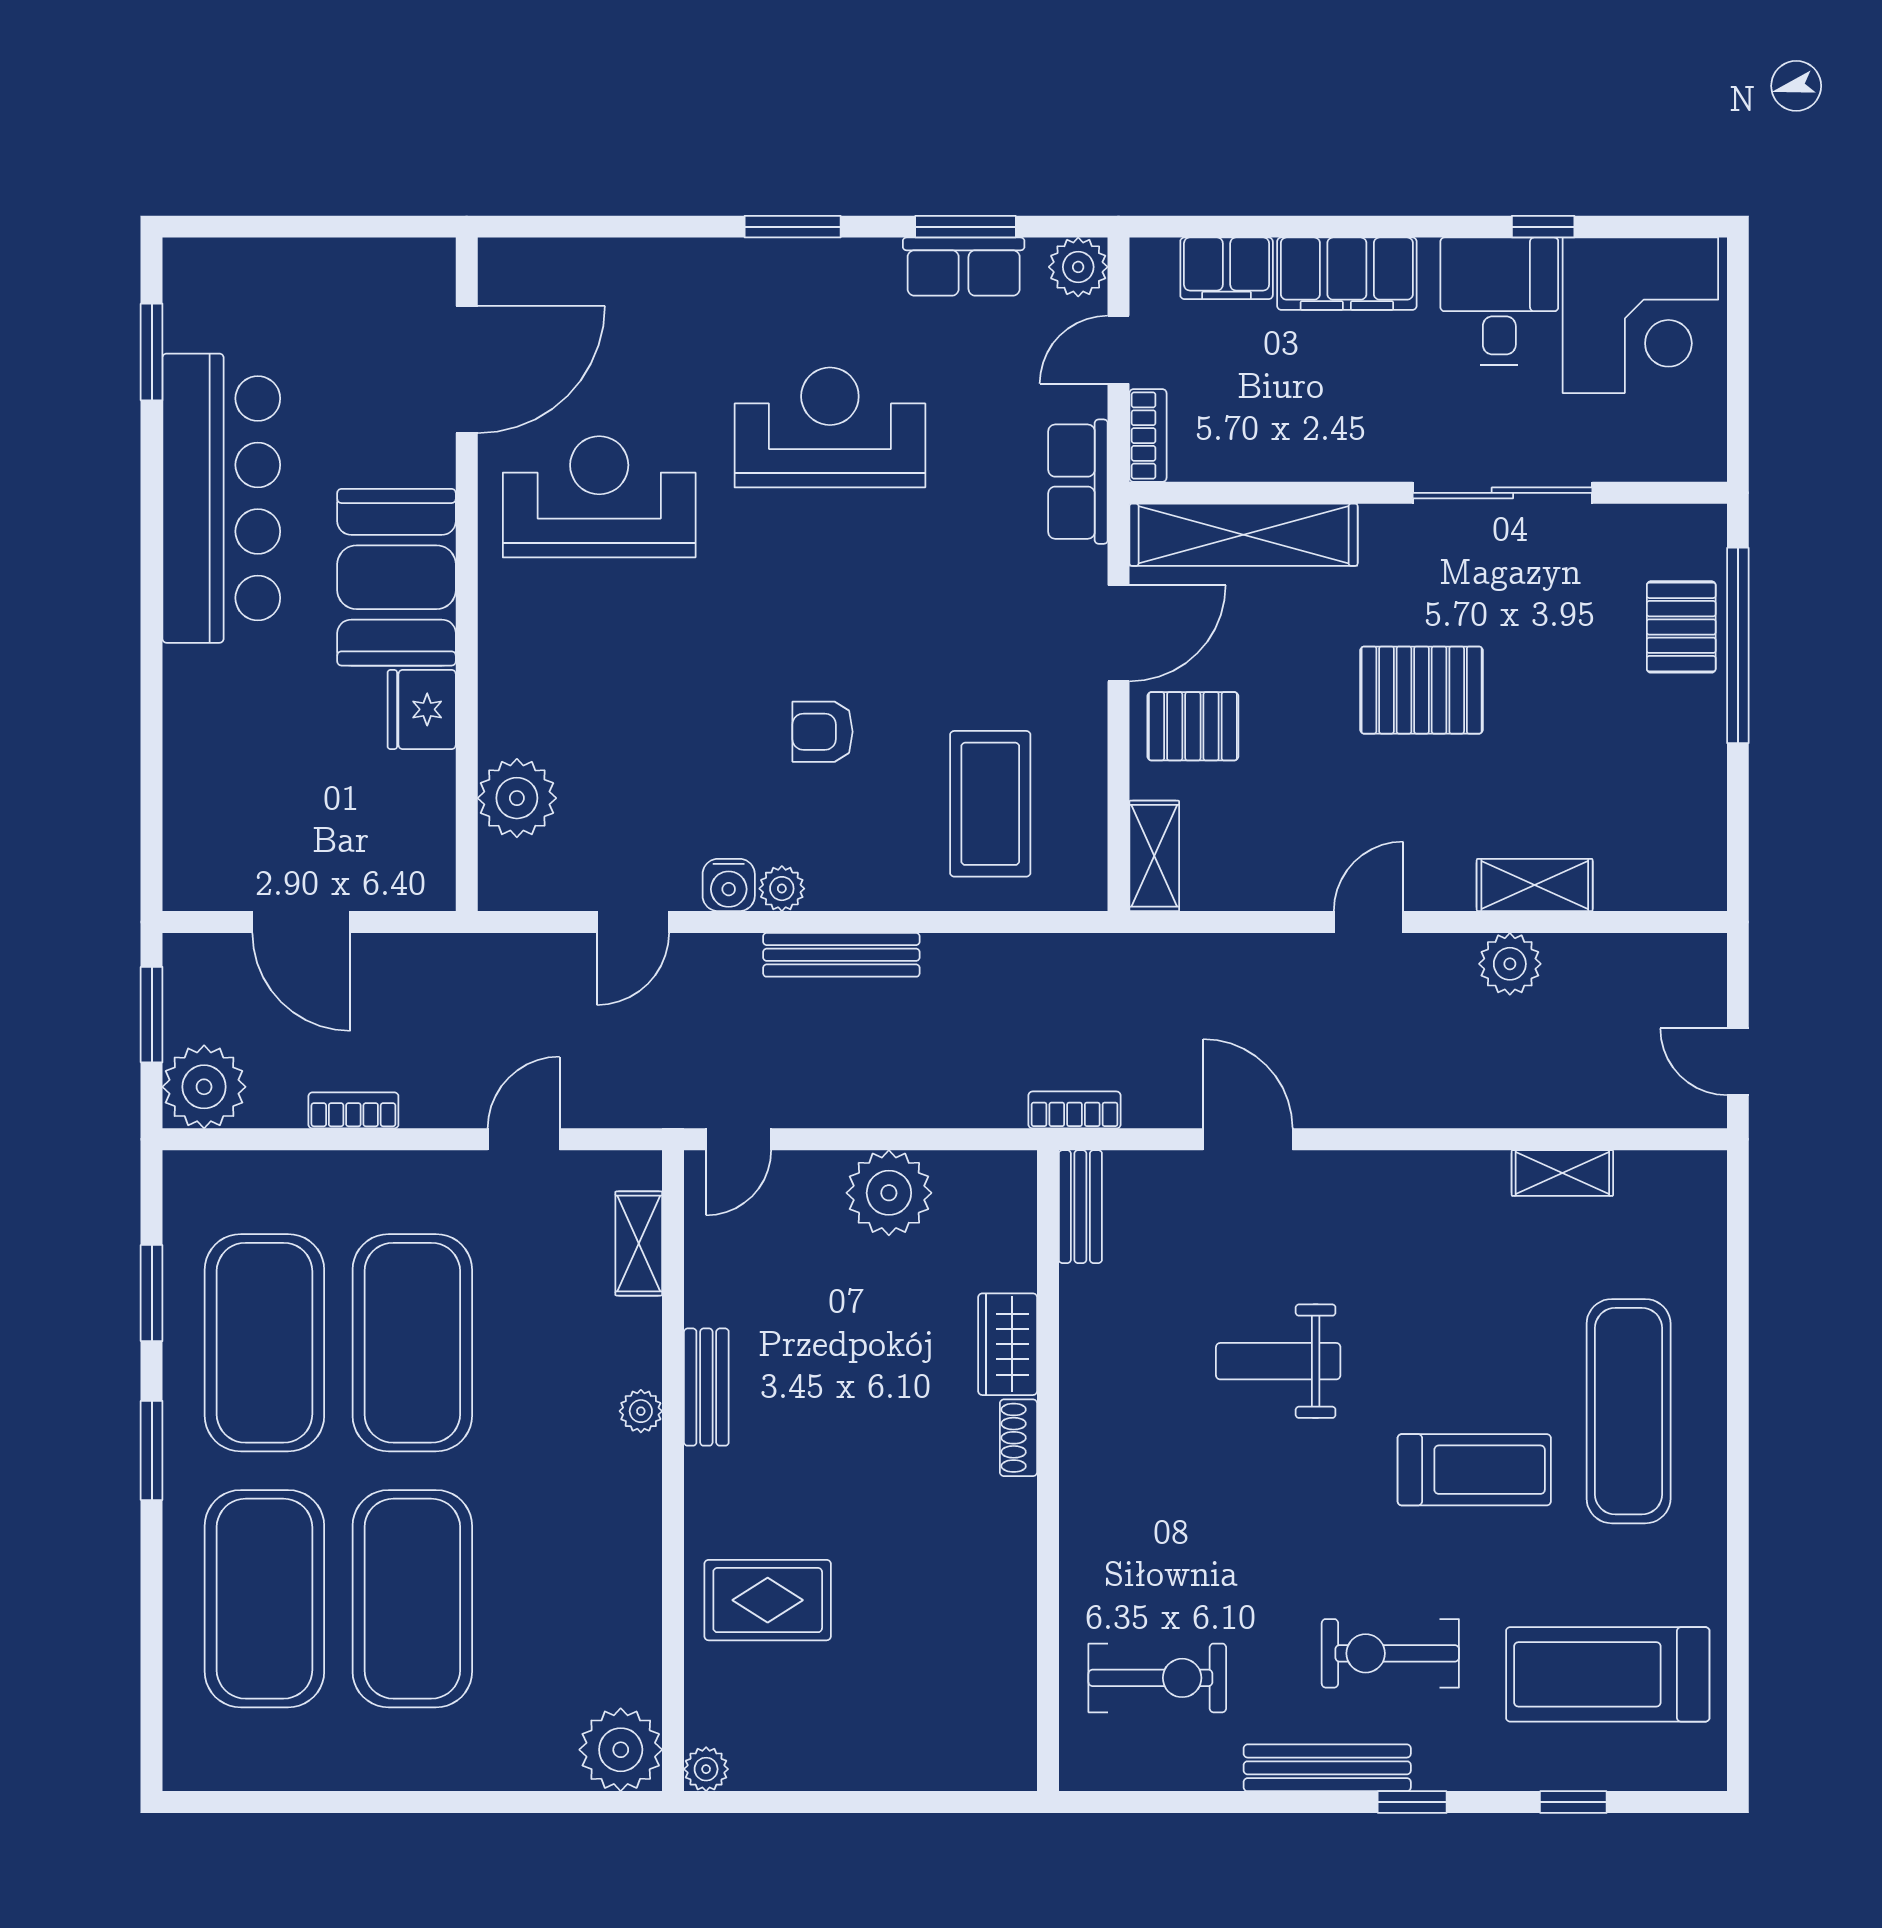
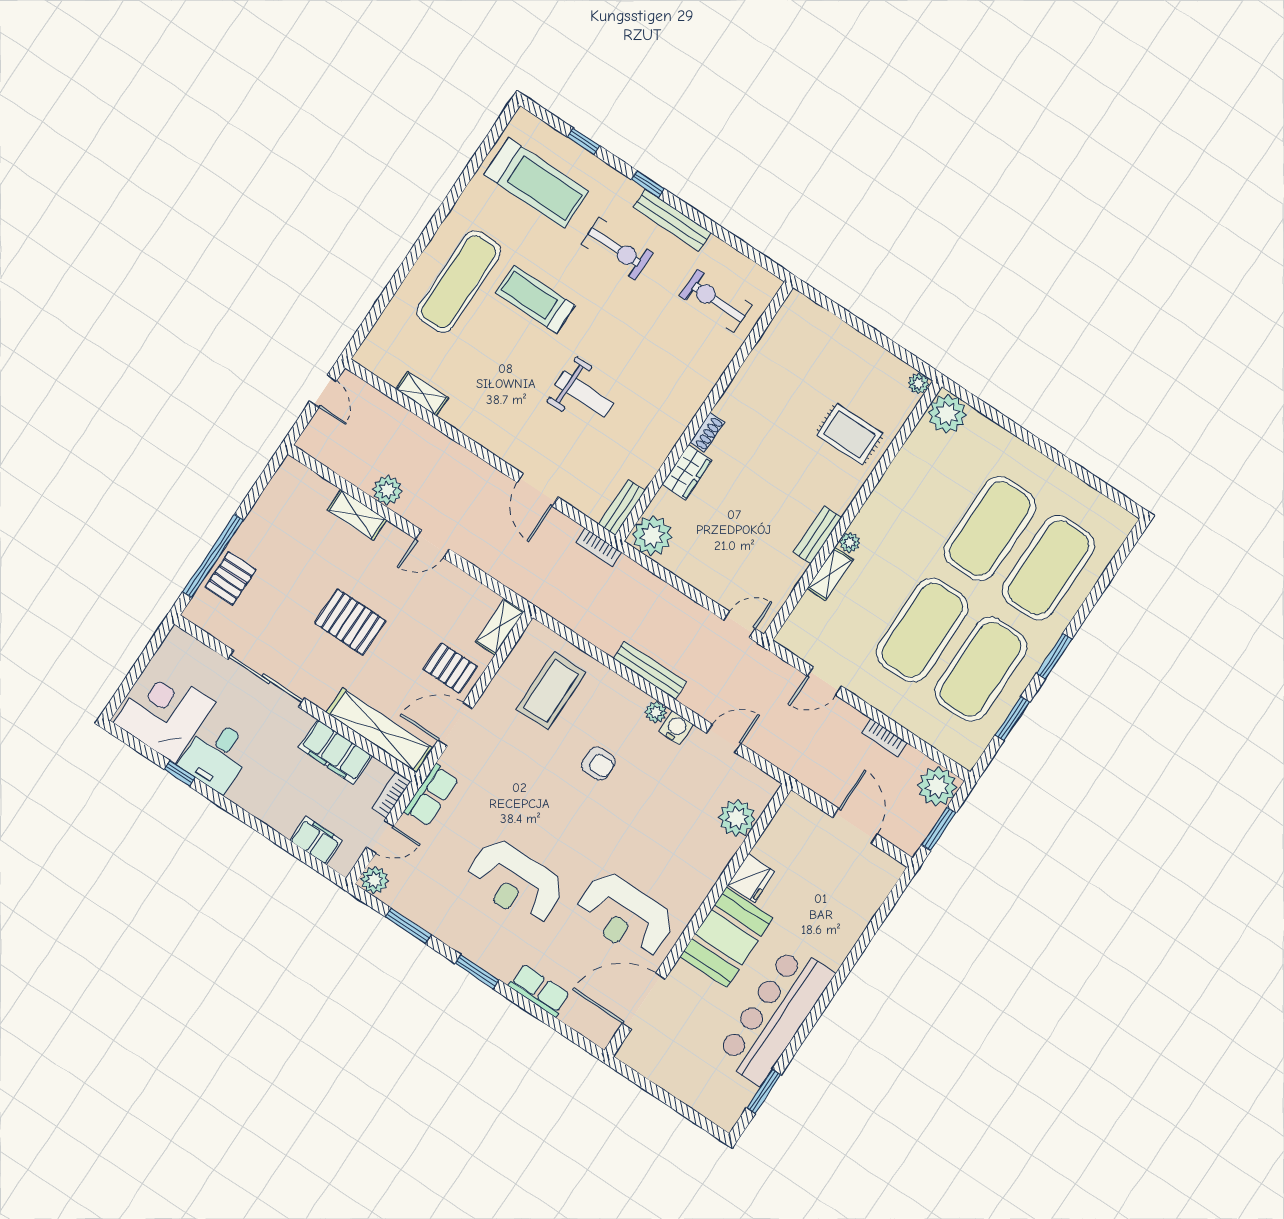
row of seats: (964, 267) -> (539, 990), moved
filing cabinet: (1347, 274) -> (335, 752), moved, turned 180
plant: (889, 1193) -> (652, 536), moved
shelving: (639, 1243) -> (830, 574), moved

